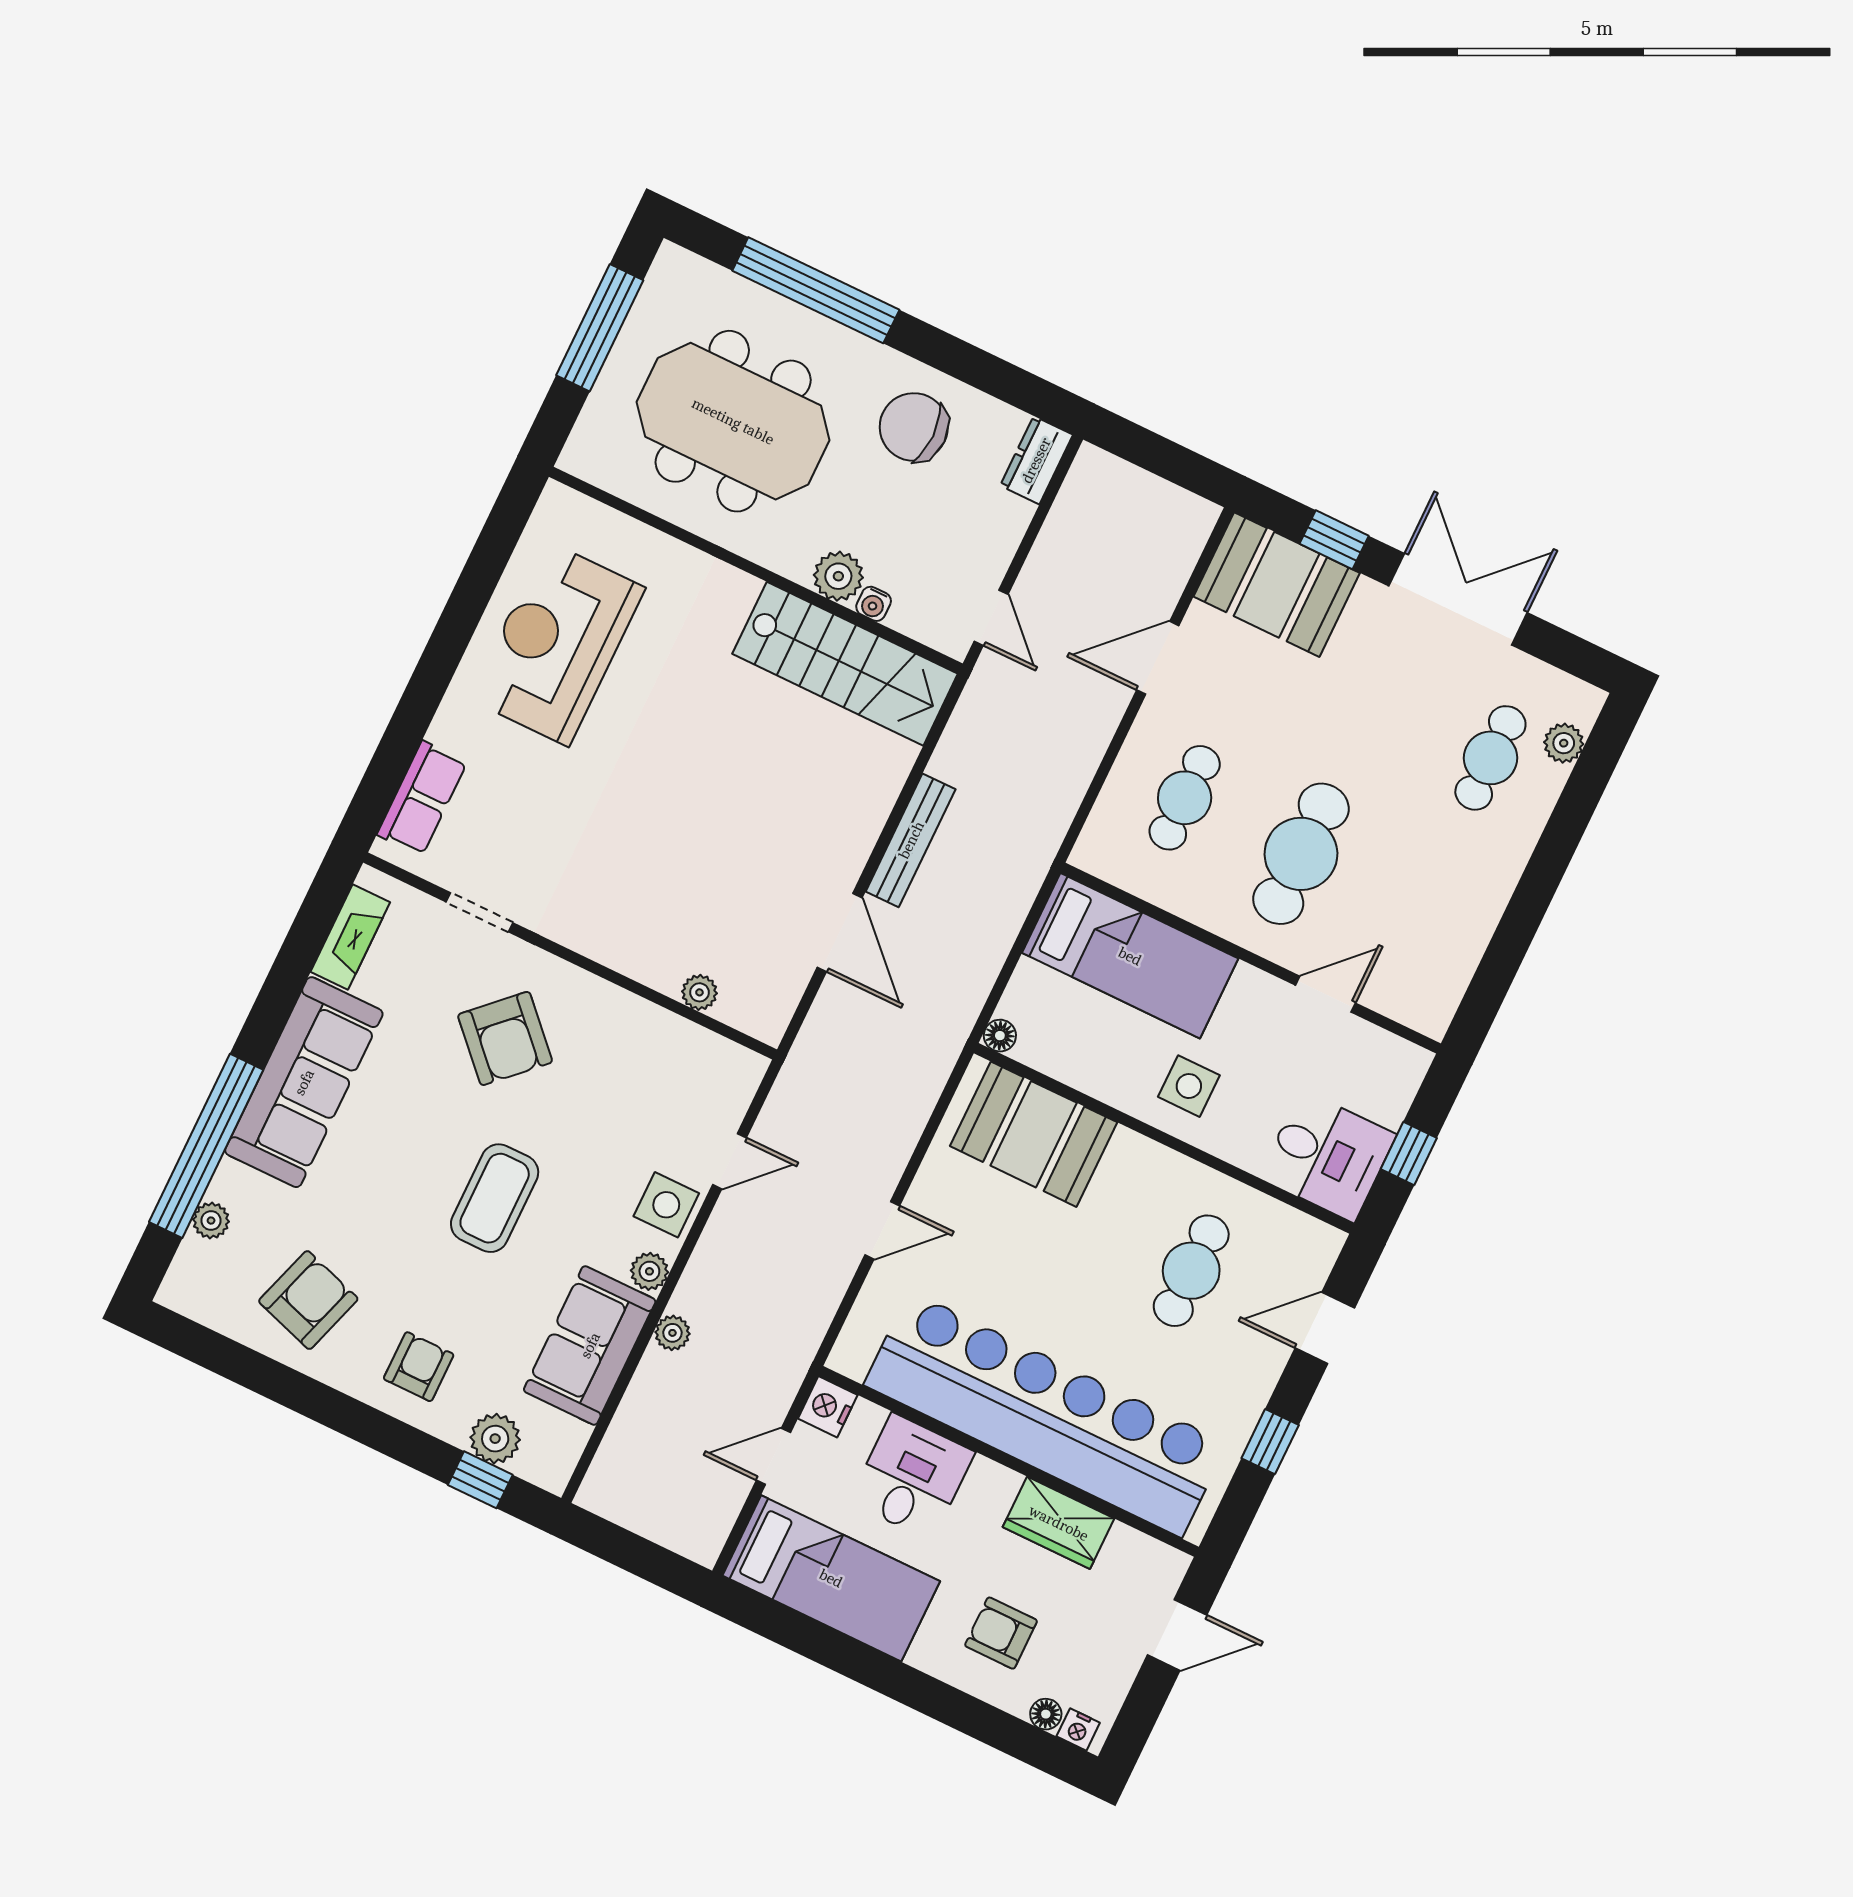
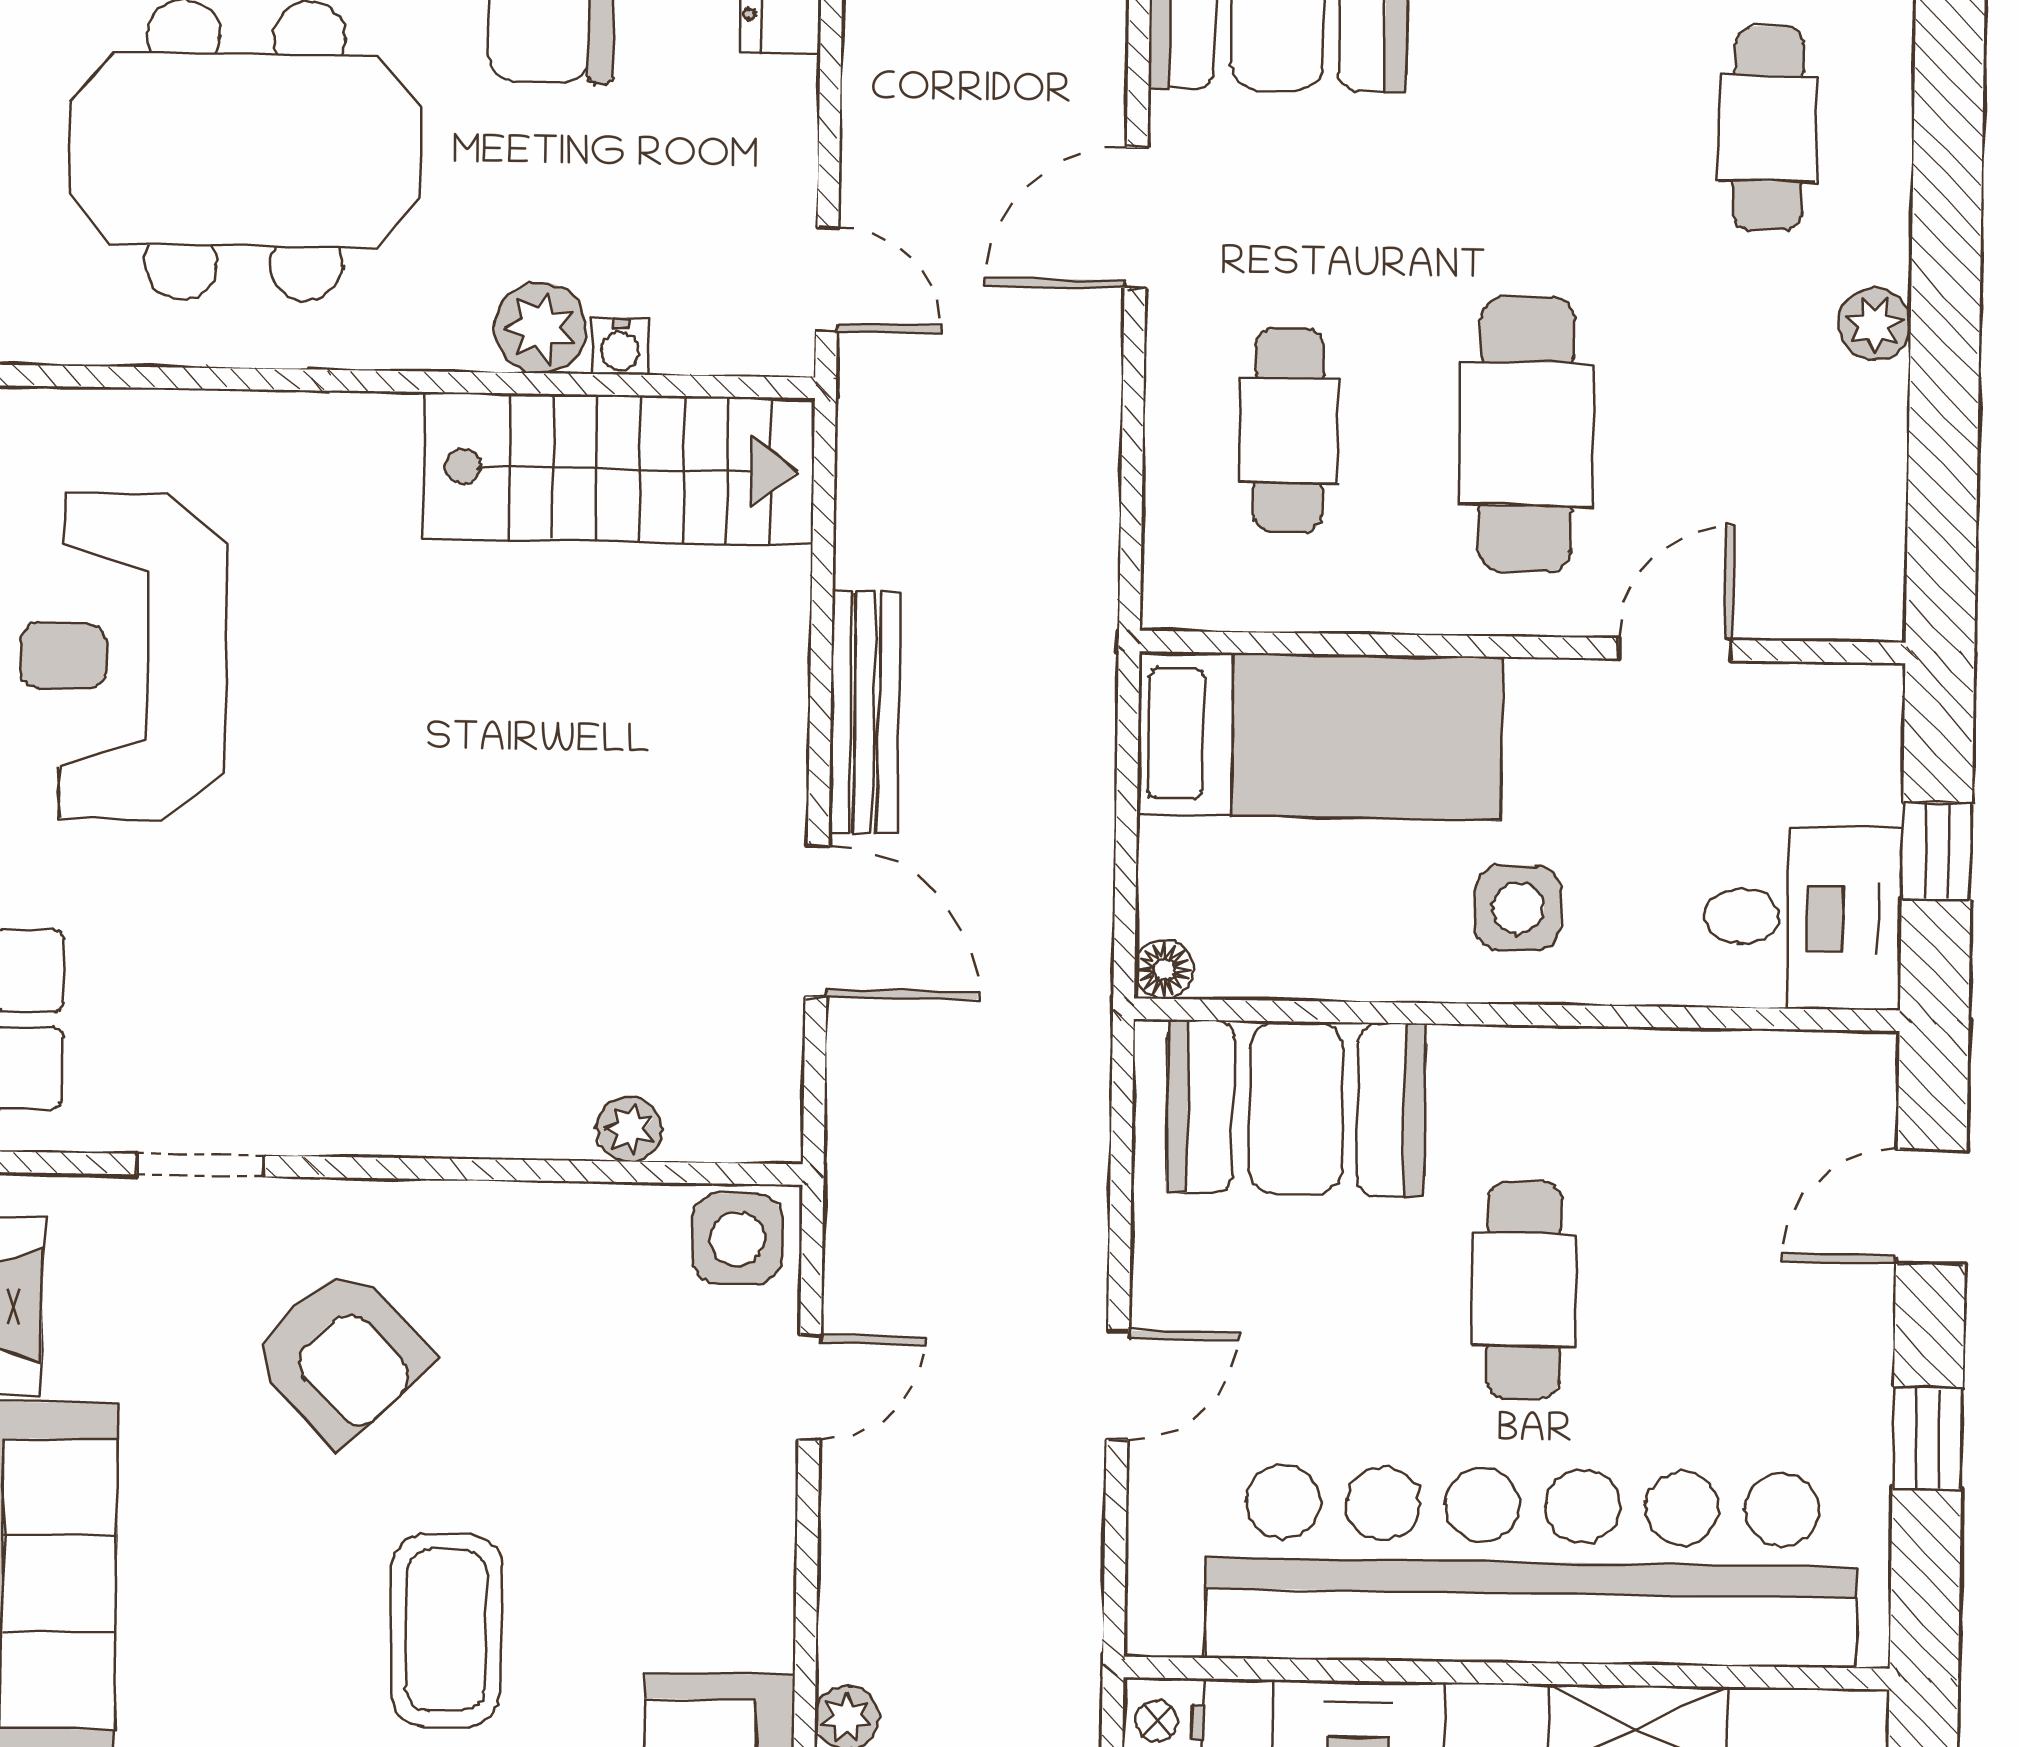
plant: (1564, 743) -> (1875, 324), moved
side table: (666, 1205) -> (737, 1239), moved
plant: (649, 1271) -> (761, 1633), removed
cafe table: (1191, 1271) -> (1524, 1290), moved

